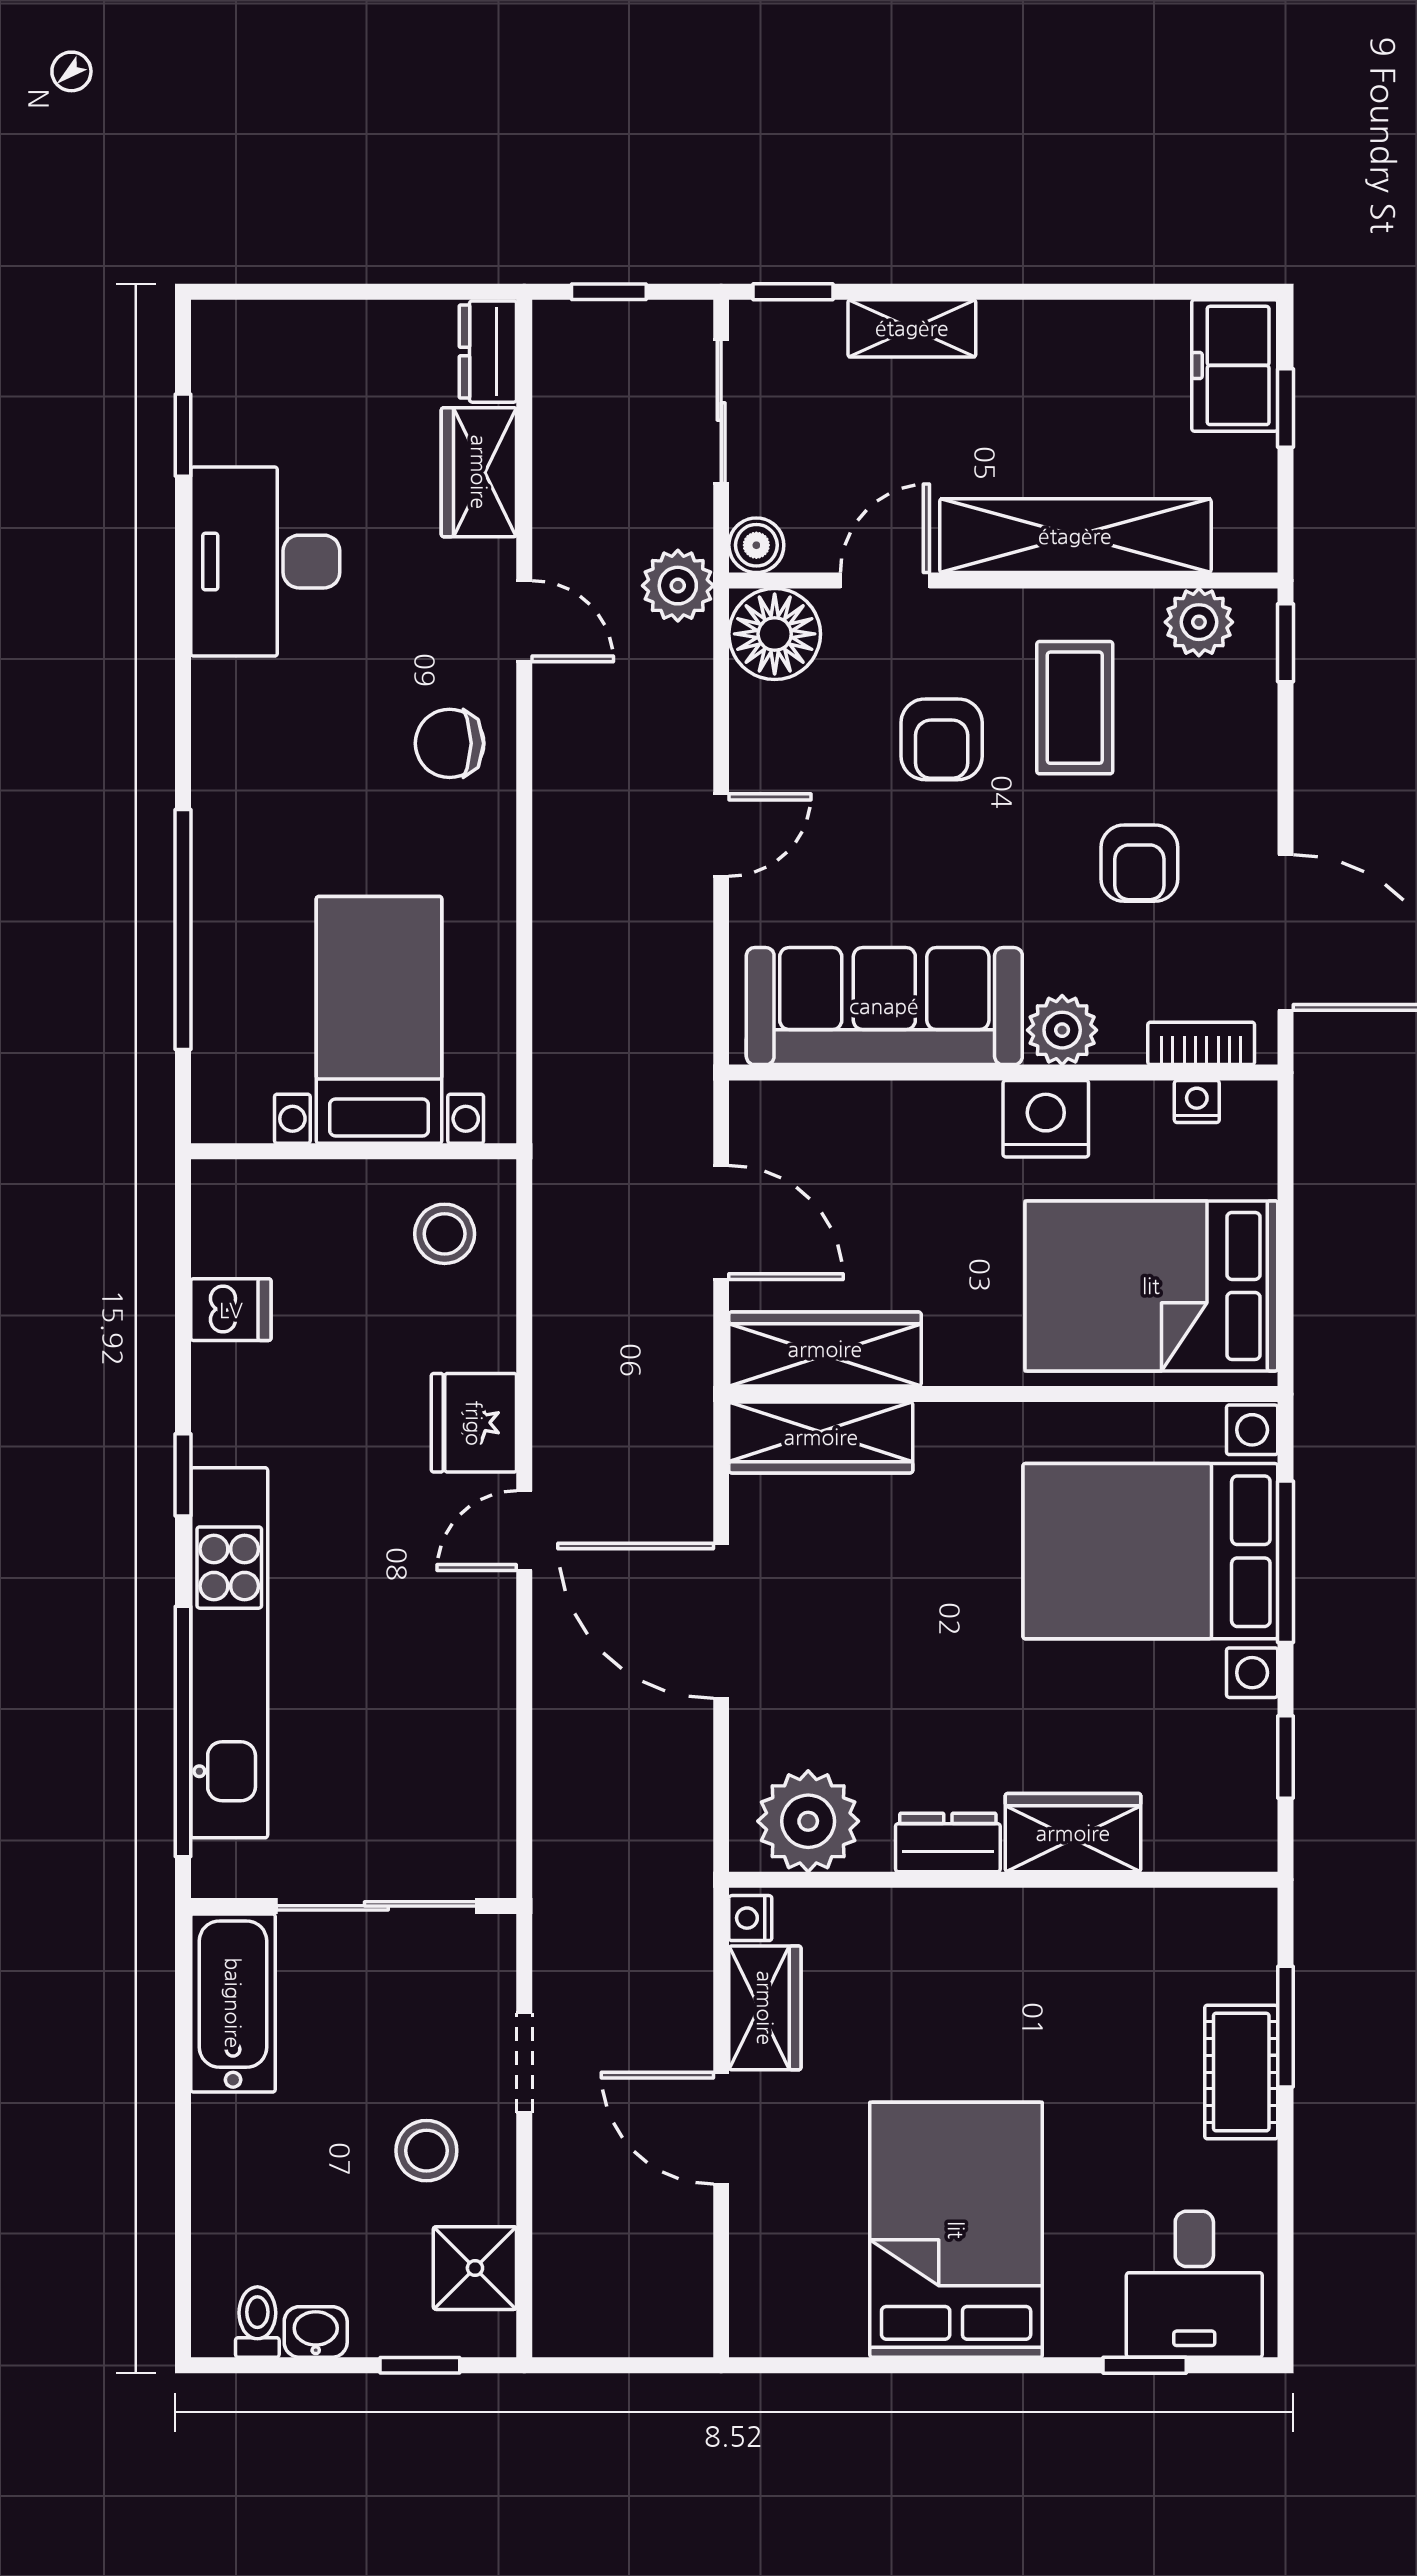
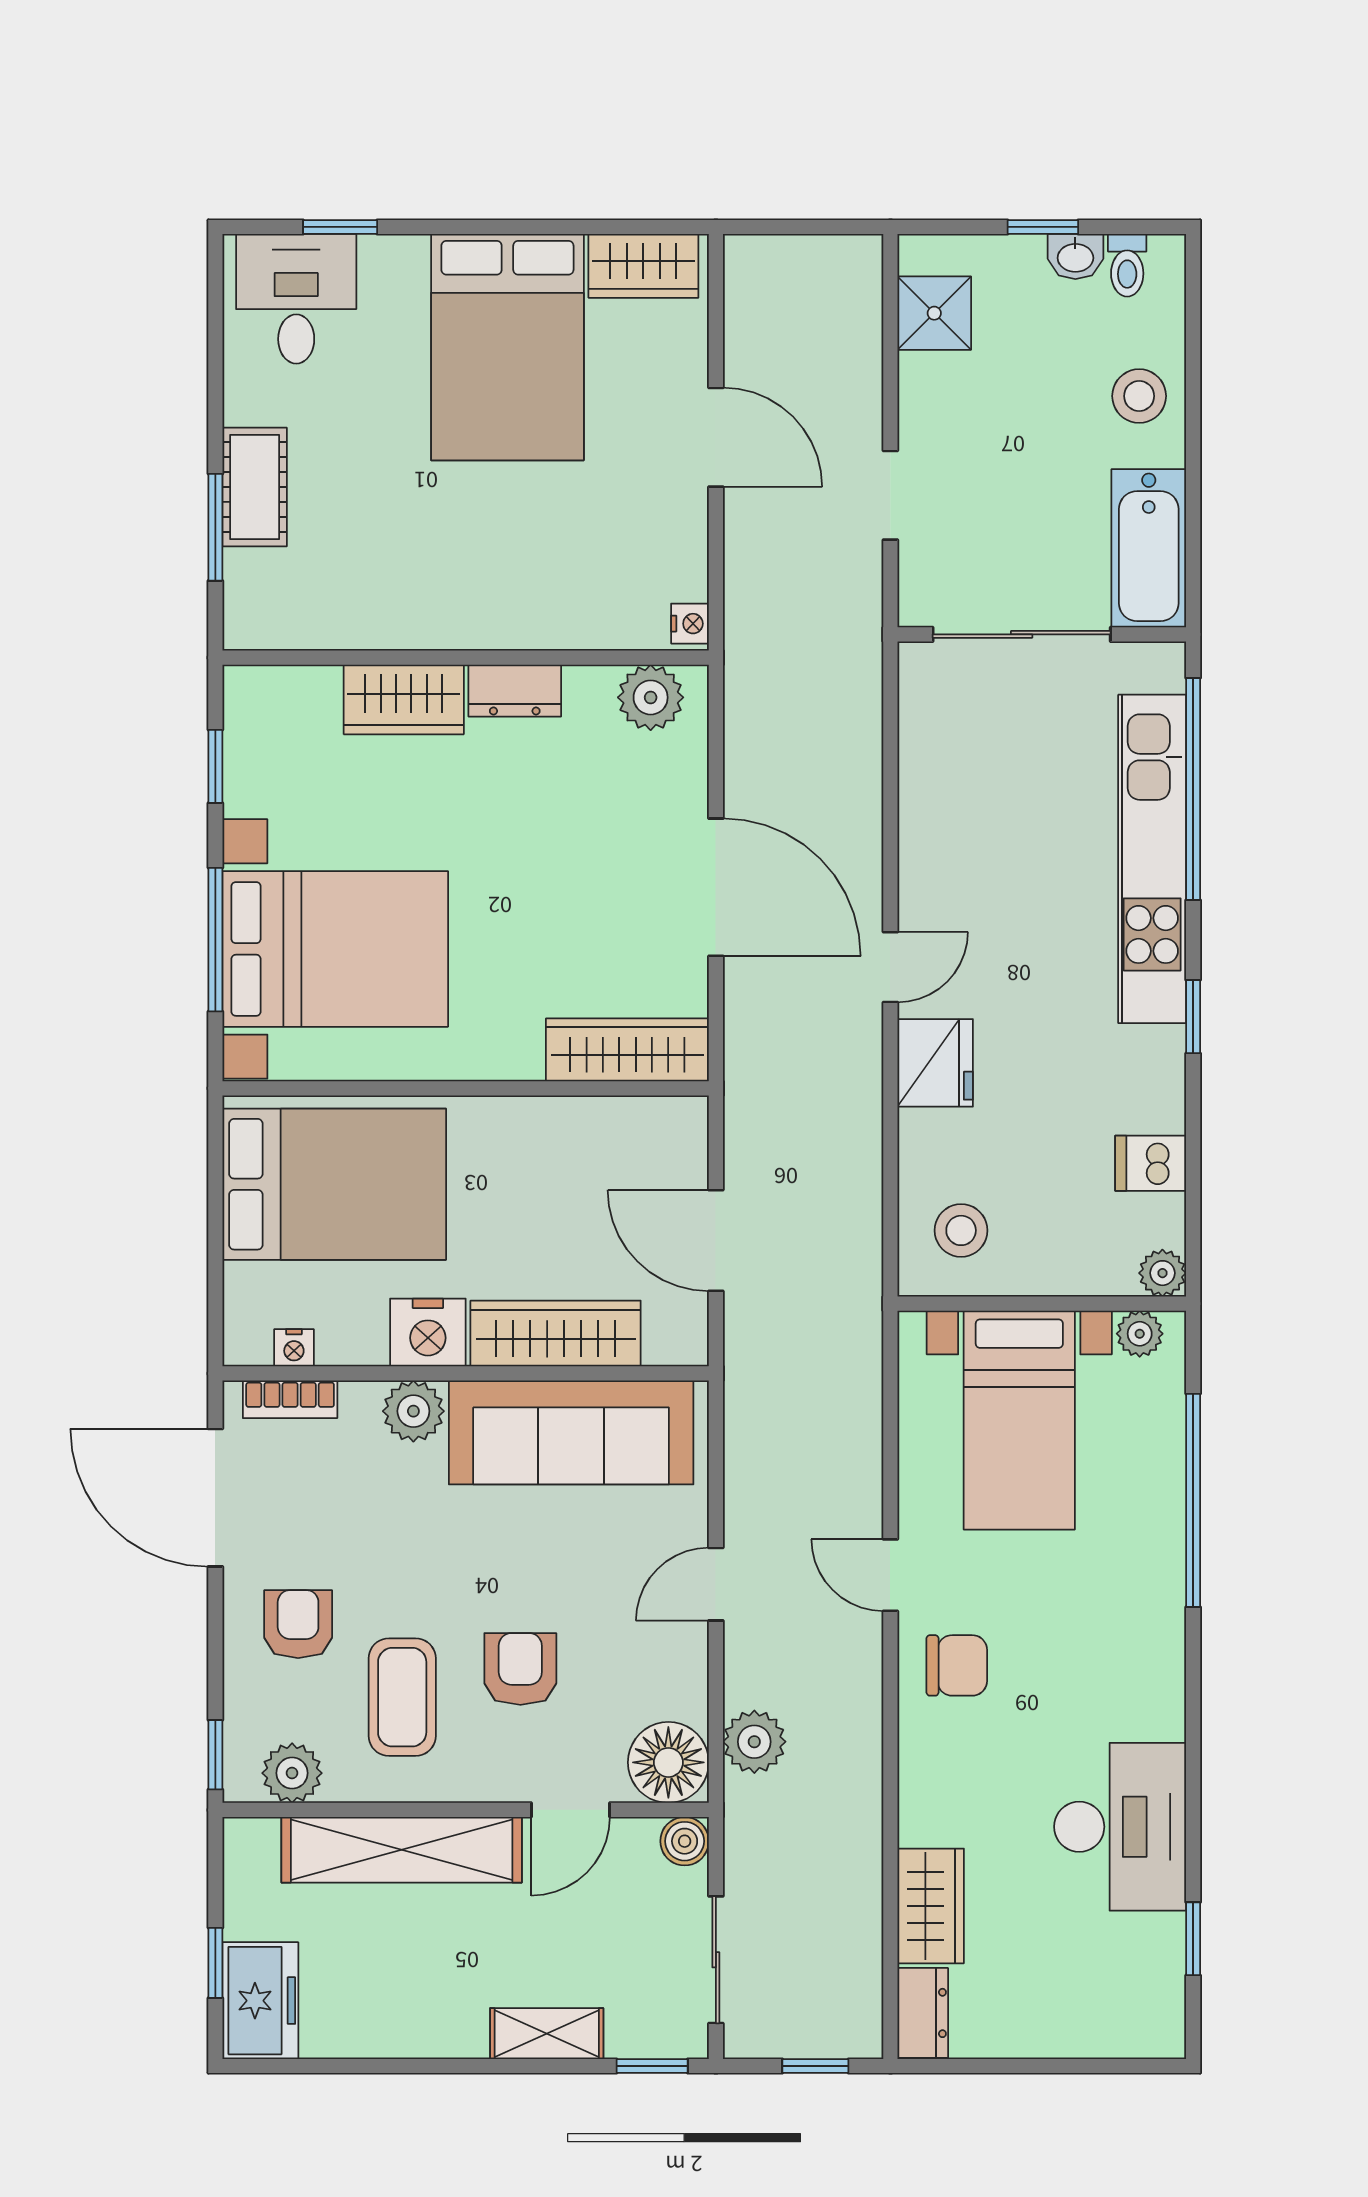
plant: (678, 586) -> (754, 1742), moved
door: (524, 621) -> (890, 1575), moved
armchair: (1139, 863) -> (298, 1624), moved
plant: (243, 1117) -> (1140, 1334), added
plant: (218, 1186) -> (1162, 1273), added
wardrobe: (825, 1349) -> (556, 1334), moved, turned 180
plant: (808, 1821) -> (651, 697), width x0.73, depth x0.73
wardrobe: (765, 2008) -> (643, 266), moved, turned -90
stool: (426, 2151) -> (1139, 396), moved
window: (420, 2365) -> (1043, 227), moved

